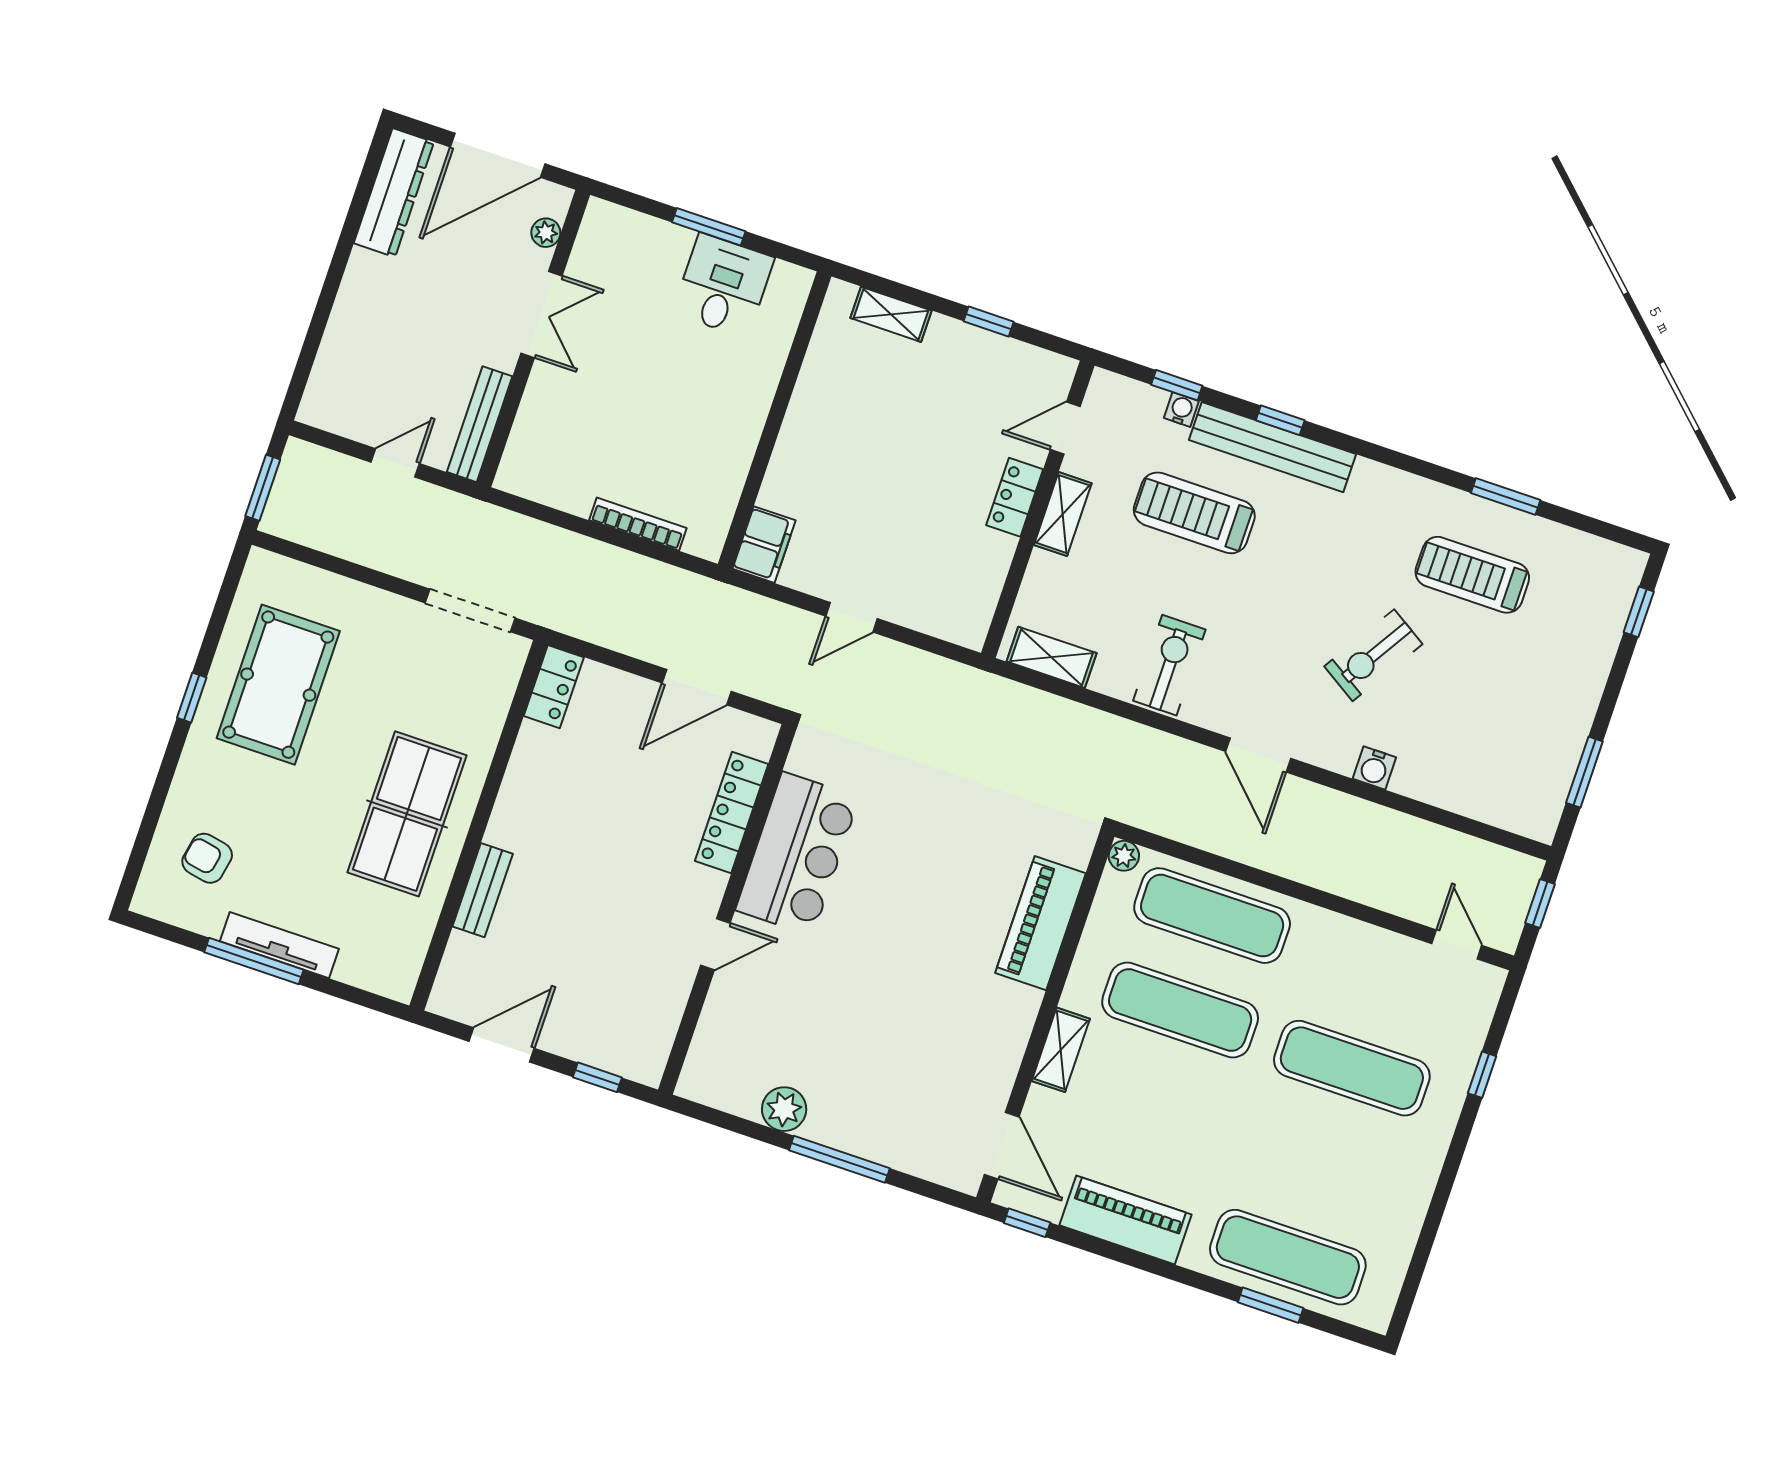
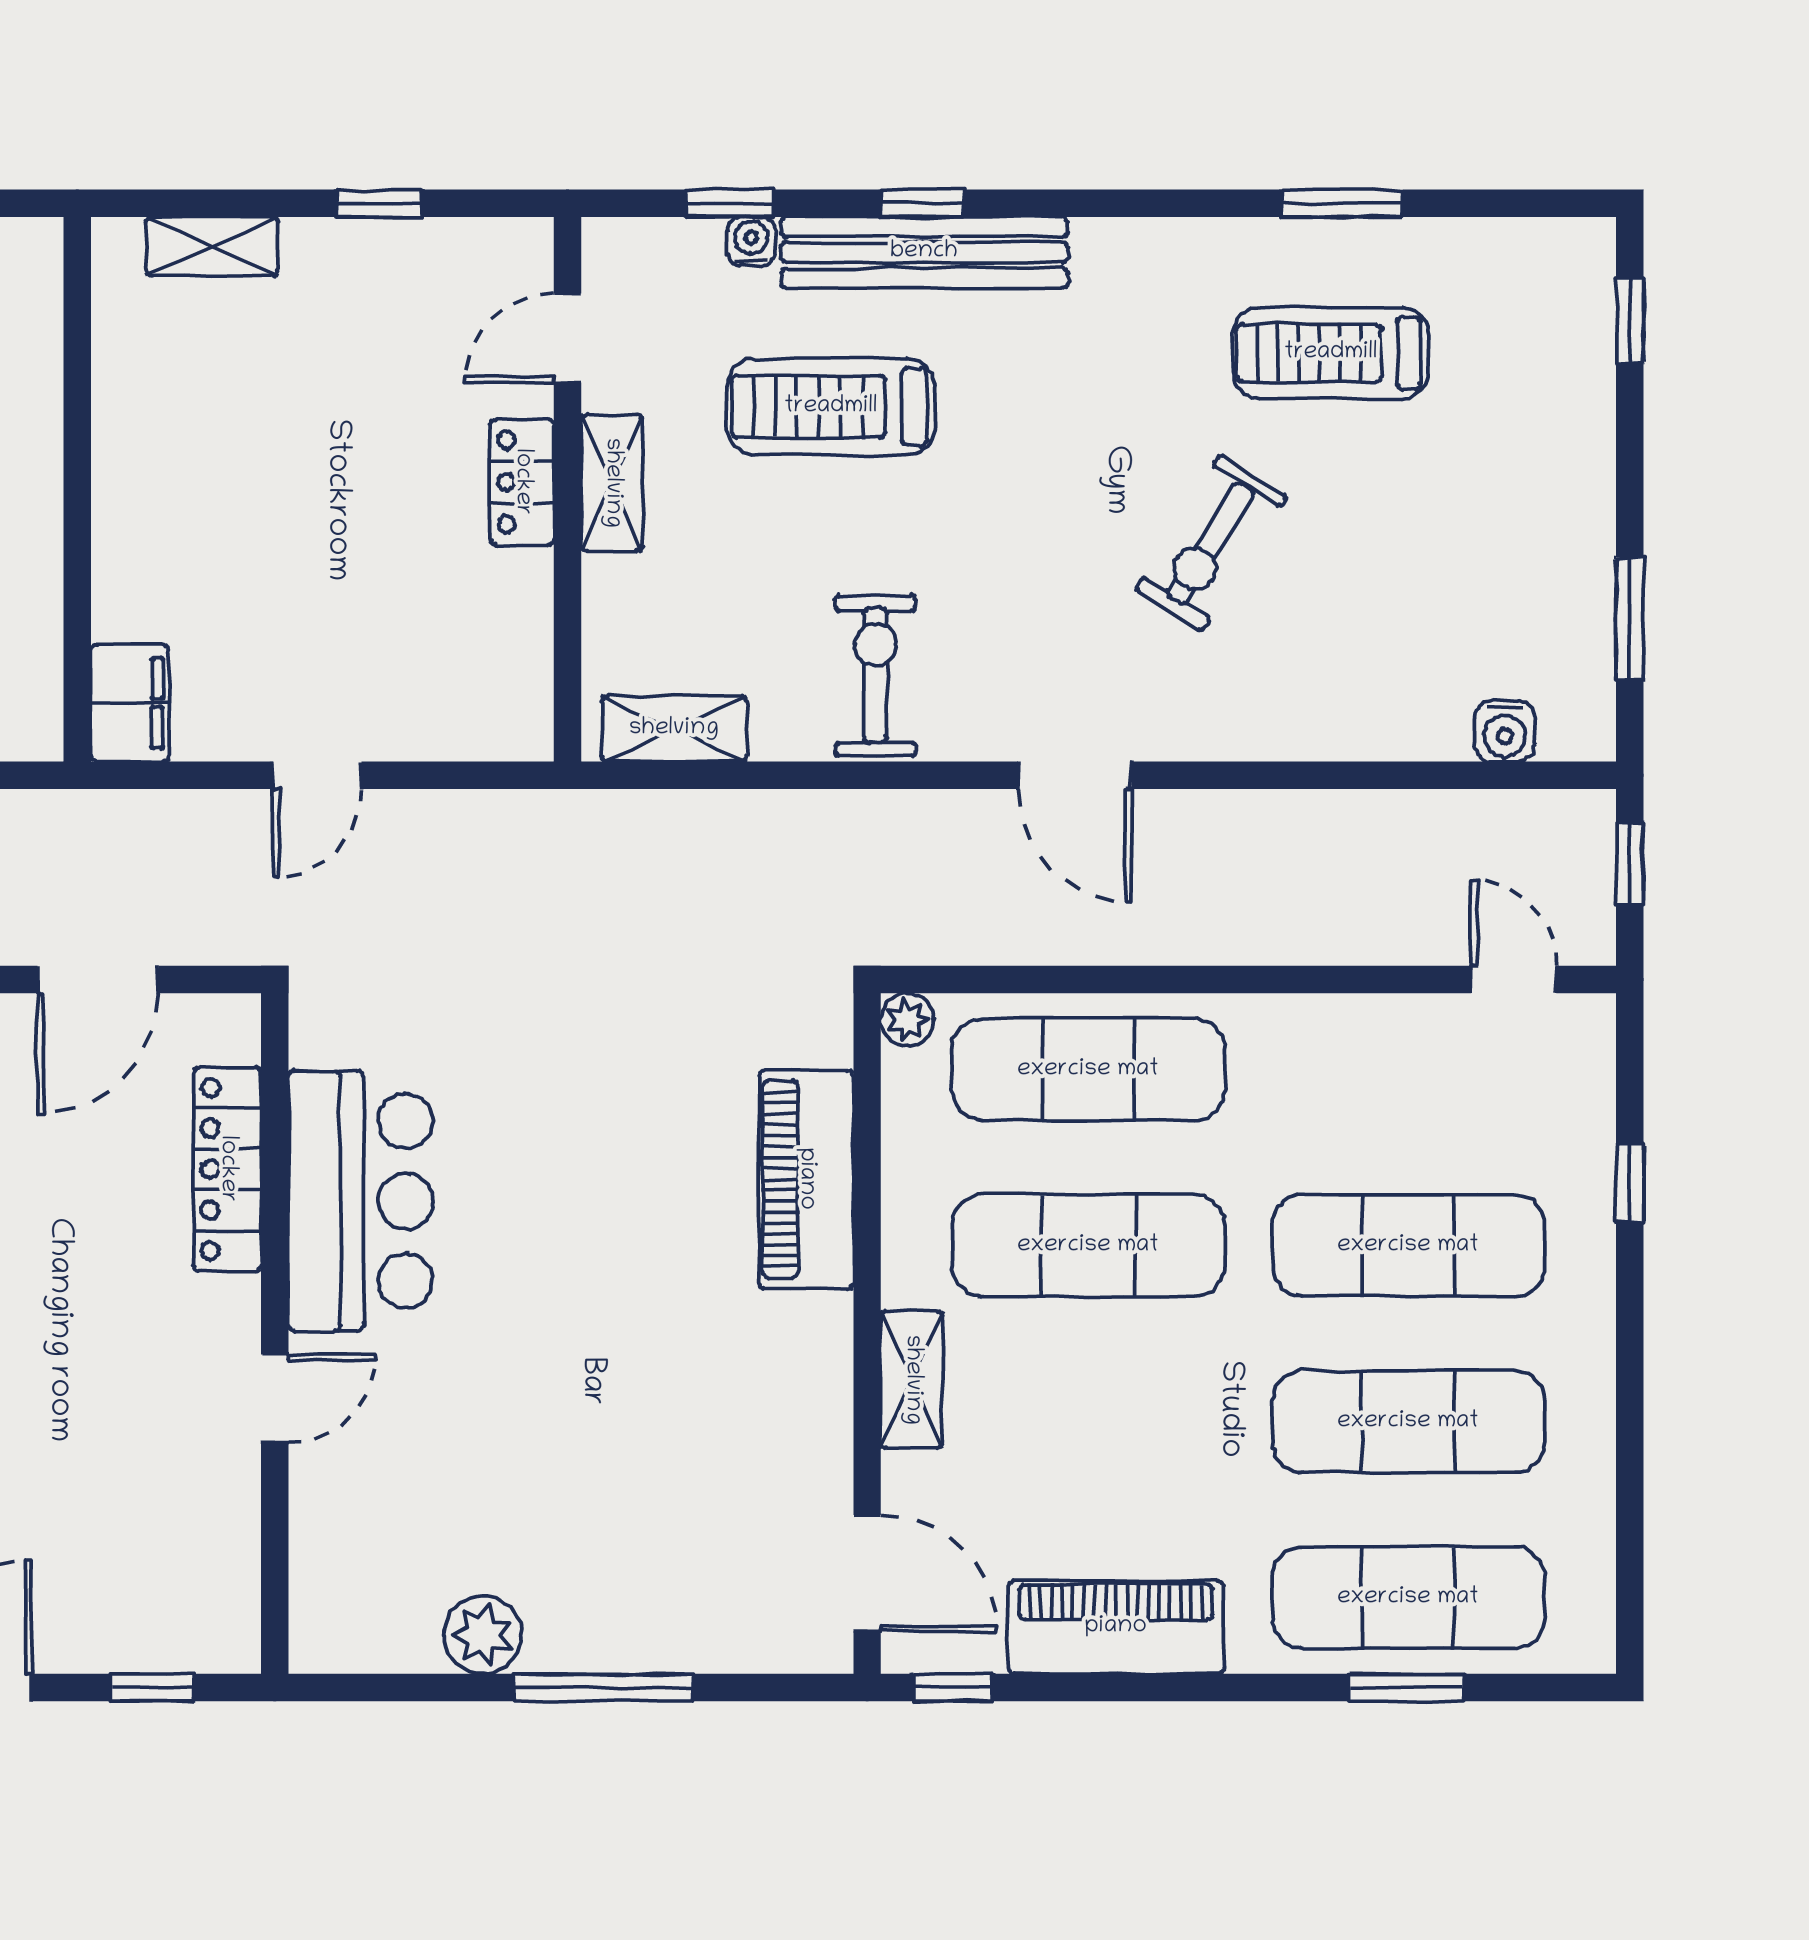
water cooler: (1374, 768) -> (1505, 731), moved
exercise mat: (1320, 1163) -> (1408, 1422), added

